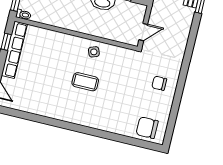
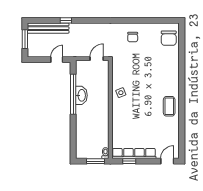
door: (143, 32) -> (97, 59), hinge flipped
coffee table: (85, 82) -> (169, 106), moved

